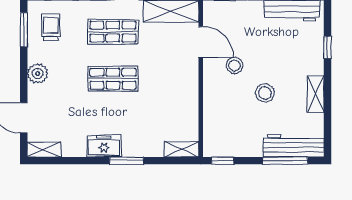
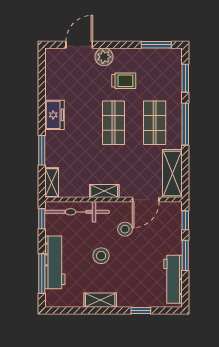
trolley: (51, 27) -> (124, 81), moved
plant: (38, 74) -> (104, 57), moved
bicycle: (215, 120) -> (77, 212), added
workbench: (294, 146) -> (55, 262), moved
shelving: (44, 150) -> (104, 191), moved, turned 90
window: (126, 161) -> (42, 150), moved

